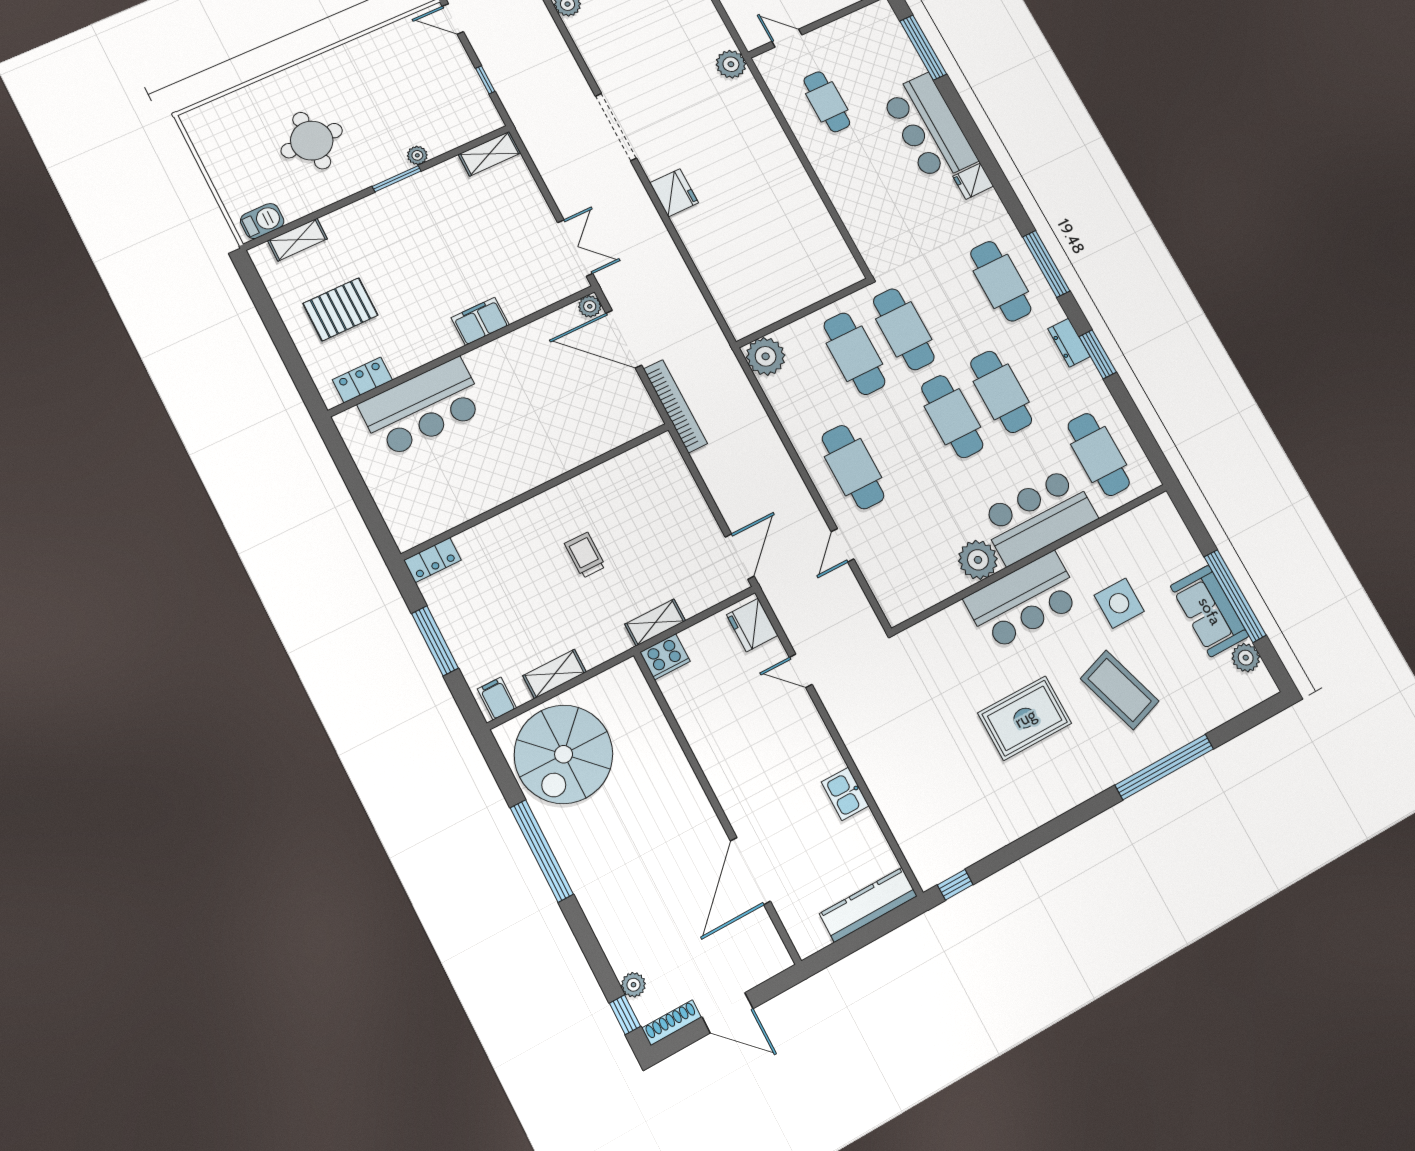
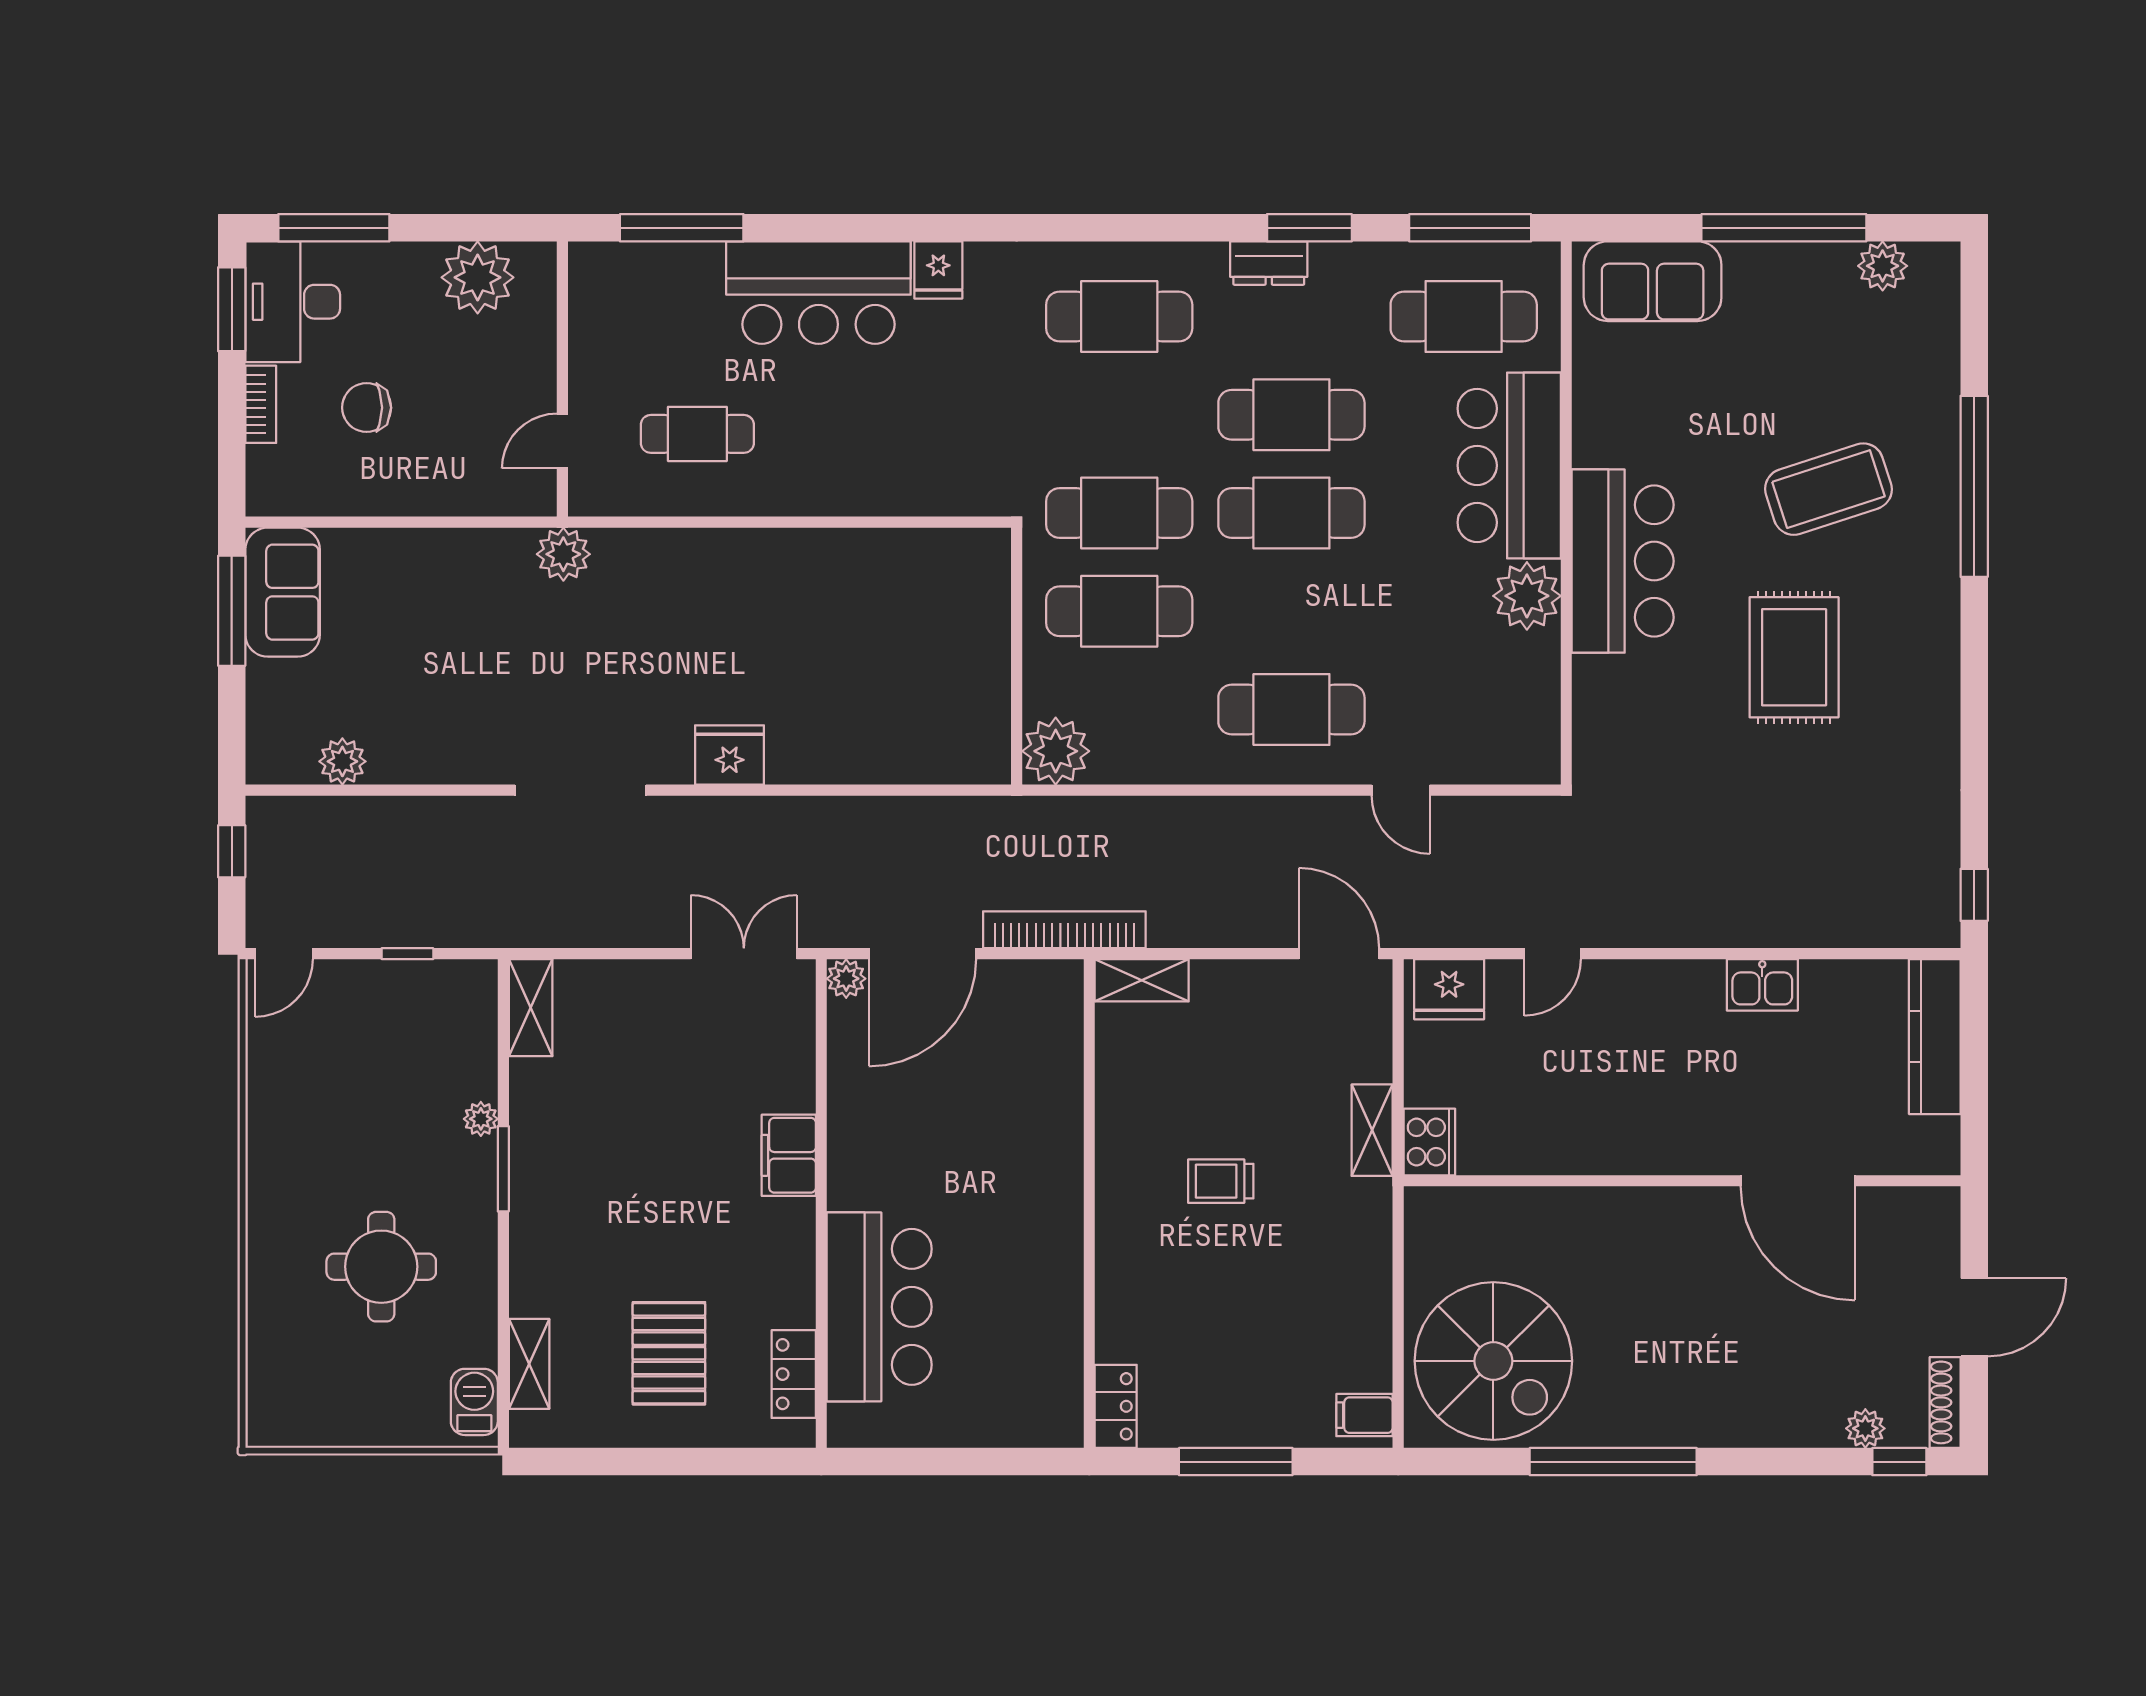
window: (1046, 264) -> (1470, 228), moved
side table: (1119, 603) -> (1702, 415), removed
sofa: (1210, 611) -> (1653, 281), moved
shelving: (554, 674) -> (1142, 980), moved, turned 90

